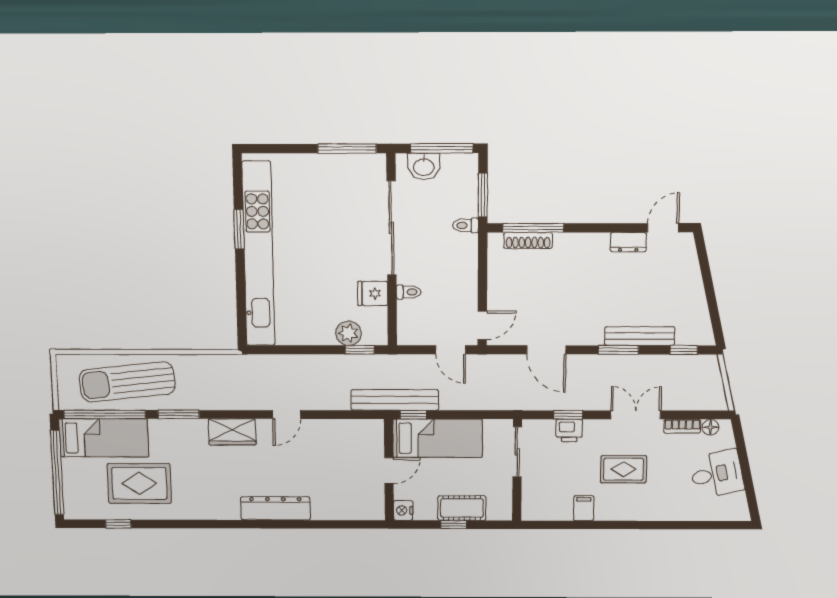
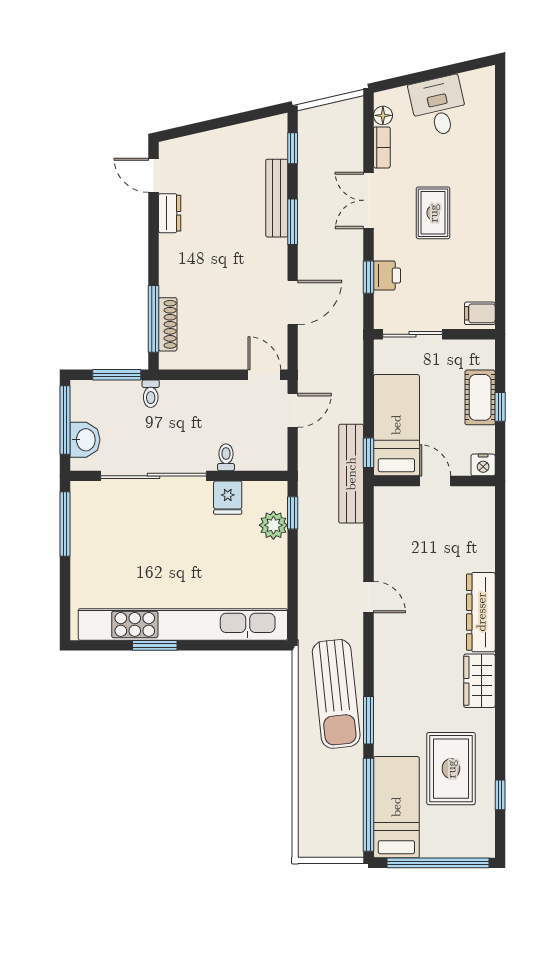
sun lounger: (127, 382) -> (336, 694), moved
wardrobe: (232, 432) -> (479, 681), moved, turned 180
filing cabinet: (584, 508) -> (480, 313), moved

